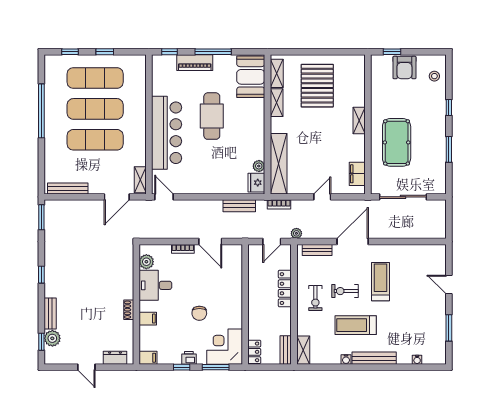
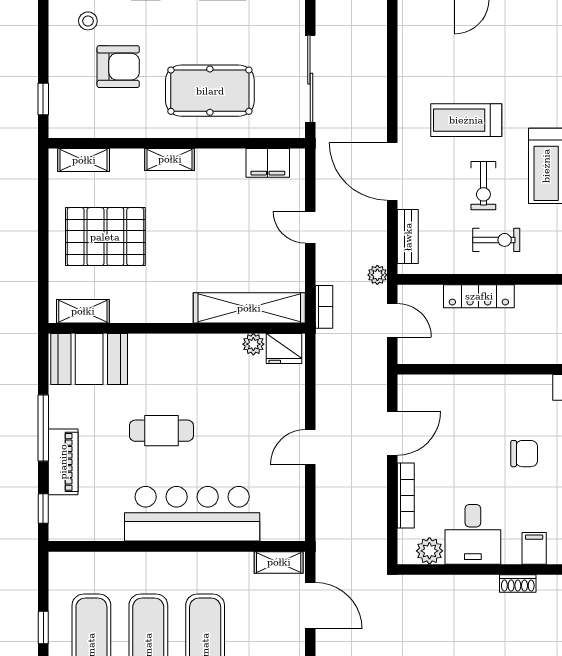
armchair: (404, 67) -> (118, 67), moved
shelving: (277, 103) -> (84, 160), moved
cafe table: (212, 116) -> (161, 431), width x0.73, depth x0.74
door: (164, 197) -> (310, 447), moved
bench: (239, 206) -> (327, 380), removed
bookcase: (183, 249) -> (406, 496), width x1.56

